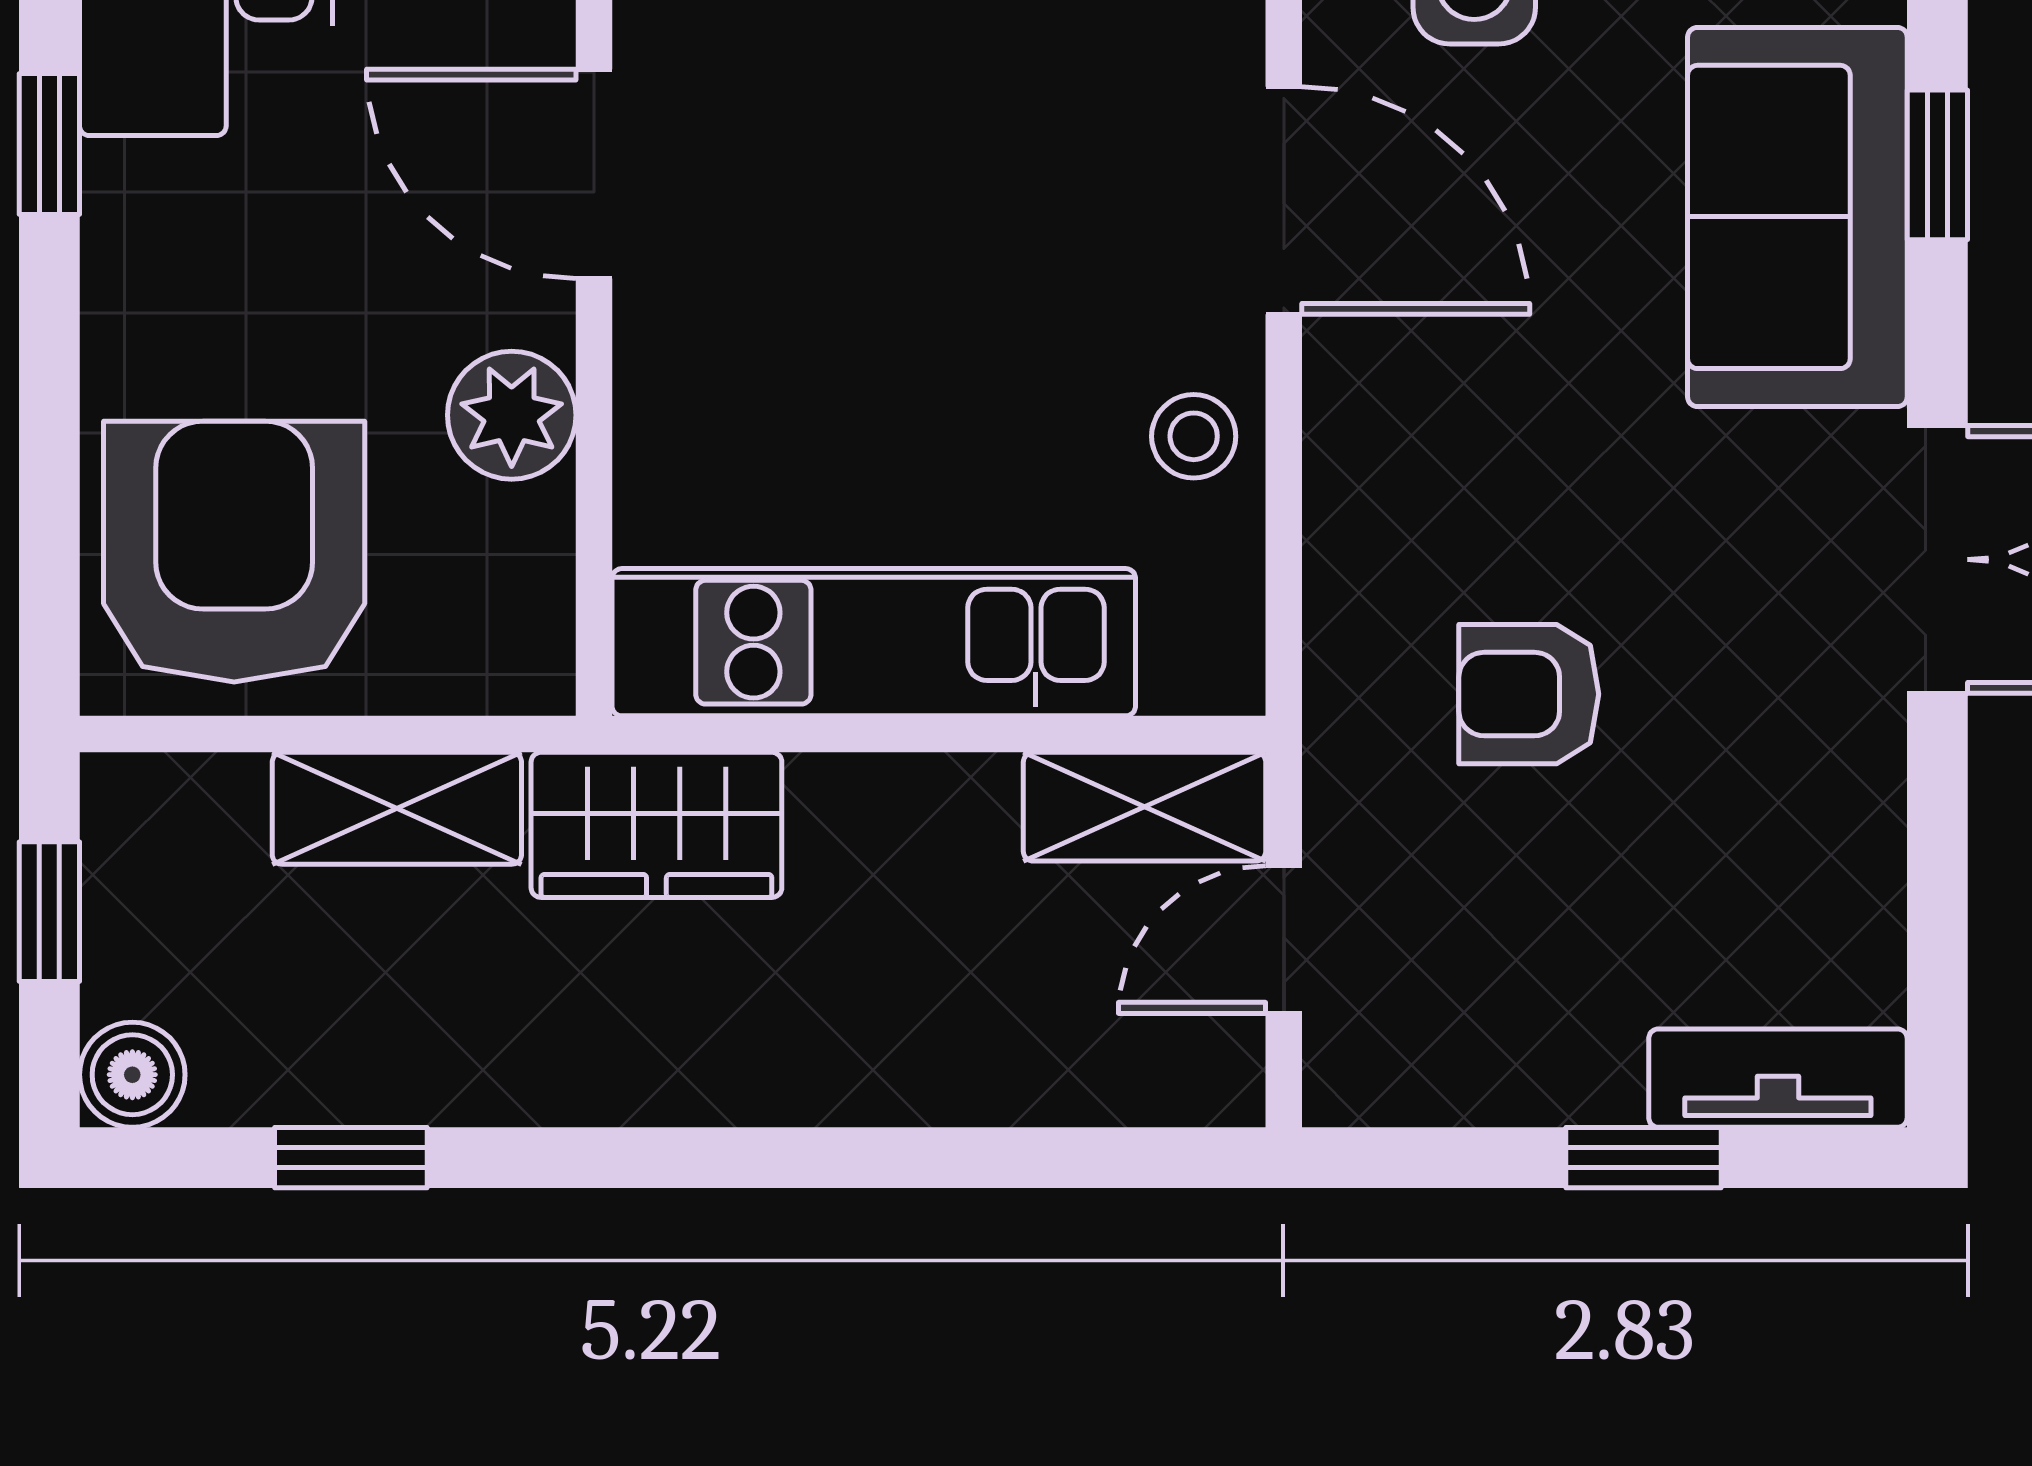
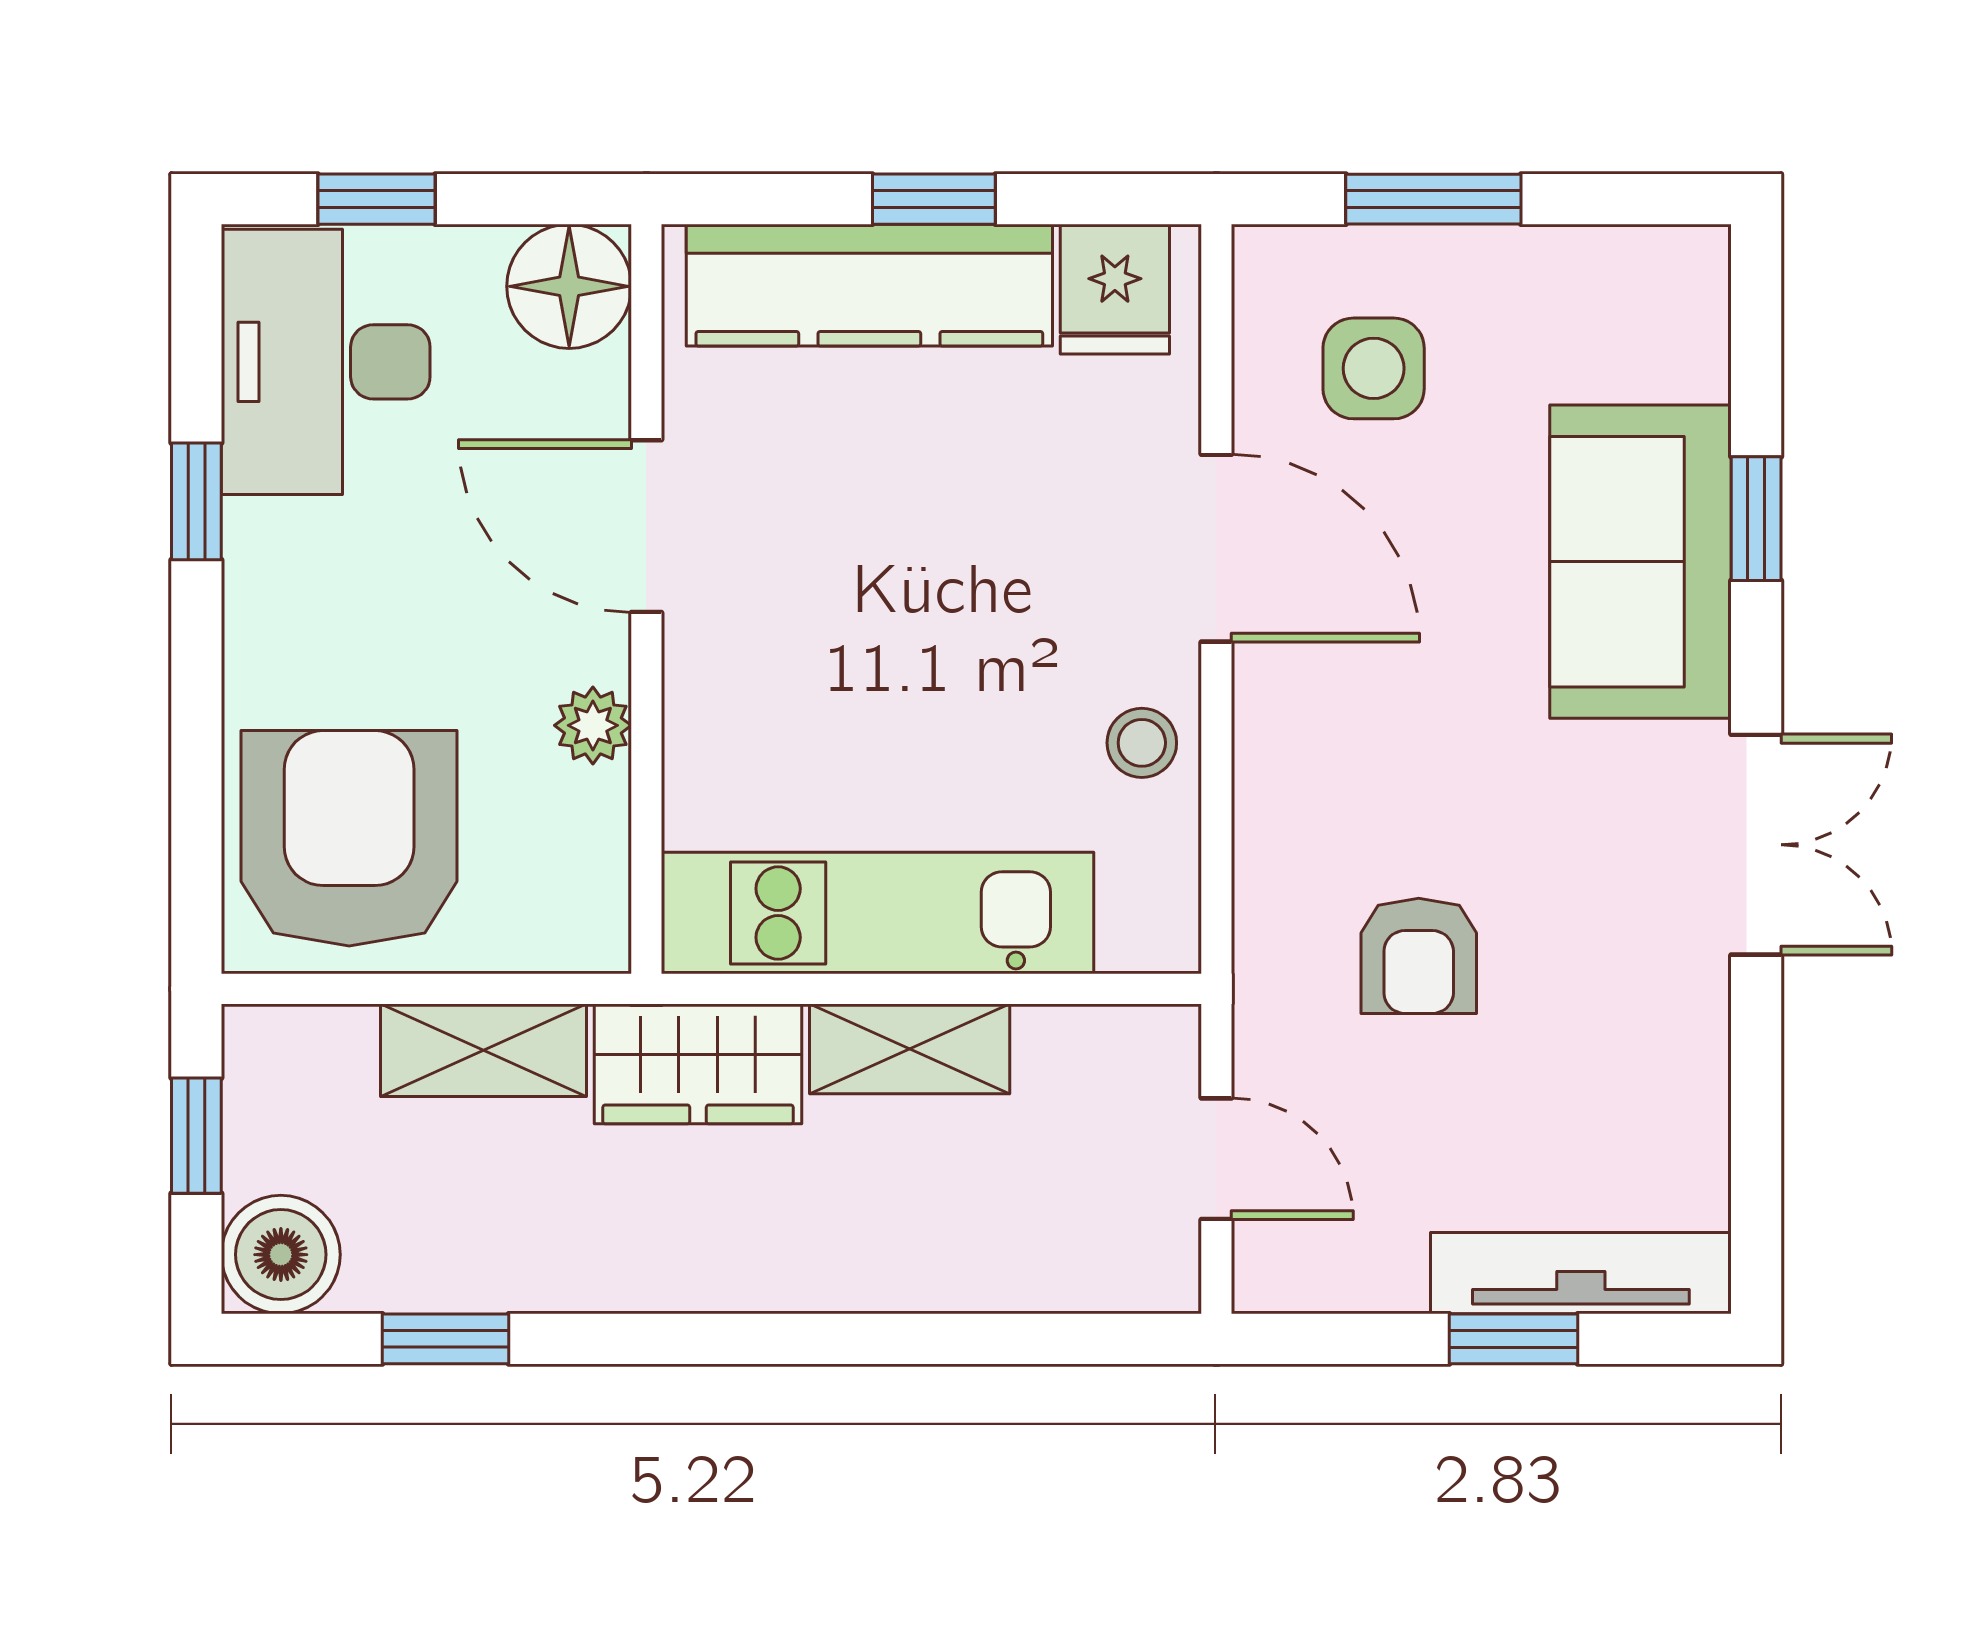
plant: (512, 415) -> (593, 725), width x0.73, depth x0.73
armchair: (1529, 694) -> (1419, 956), turned -90
shelving: (1145, 807) -> (910, 1049), moved
door: (1284, 940) -> (1216, 1159), swing flipped
boiler: (132, 1075) -> (281, 1255), width x1.36, depth x1.36
tv unit: (1778, 1078) -> (1581, 1273), width x1.41

